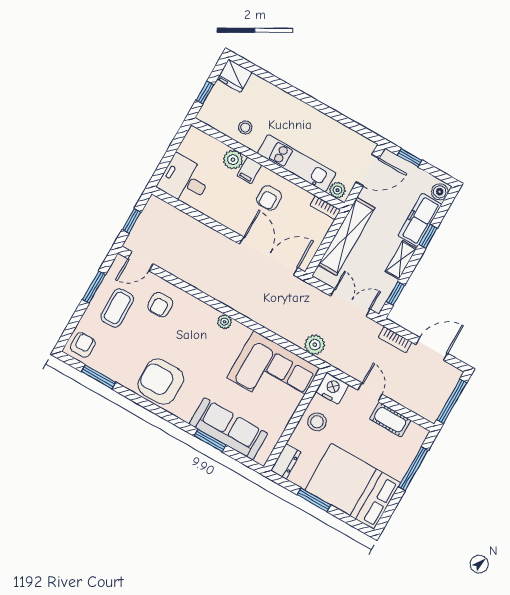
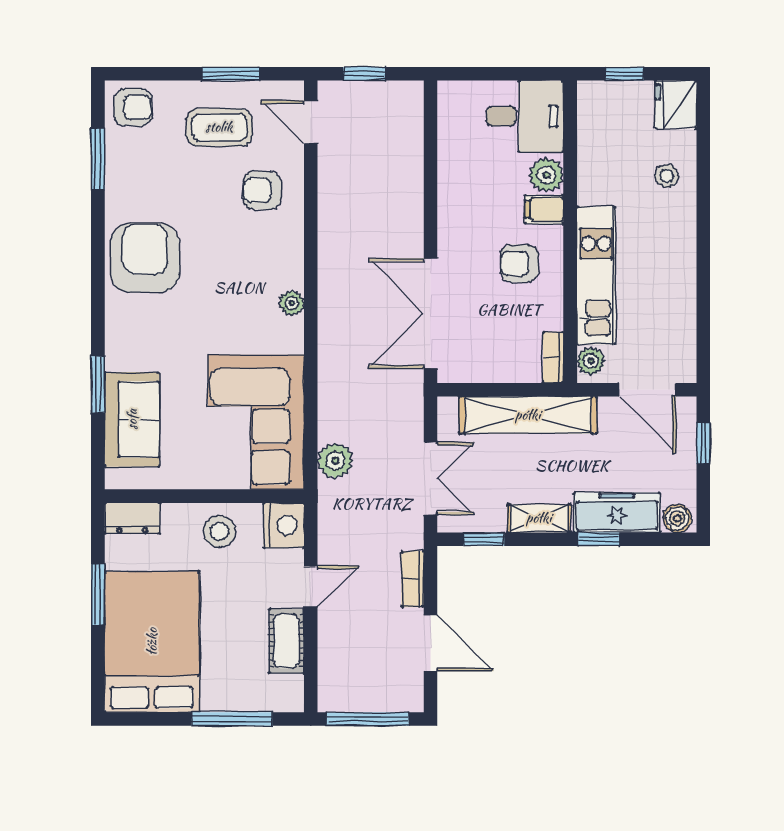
stool: (245, 128) -> (667, 176), moved
desk: (185, 180) -> (525, 116), moved, turned 90
double door: (269, 256) -> (430, 313), swing flipped
sofa: (228, 429) -> (132, 419), width x0.73

